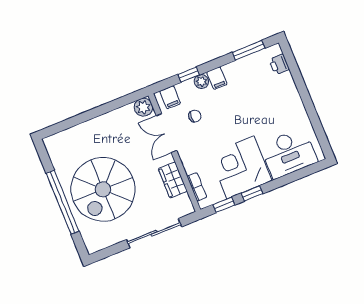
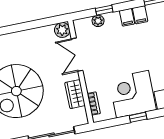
plant: (201, 81) -> (98, 21), moved
filing cabinet: (170, 97) -> (140, 15), moved
chair: (195, 116) -> (103, 45), removed
window: (224, 205) -> (113, 122), removed

